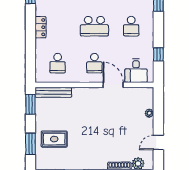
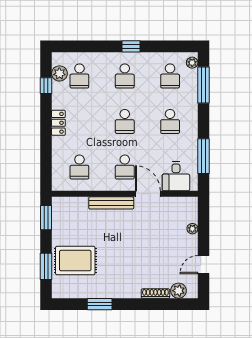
school desk: (94, 26) -> (125, 122), width x0.54
window: (158, 54) -> (204, 156), width x2.17
bench: (53, 92) -> (111, 203), moved
rug: (54, 139) -> (75, 261), width x1.36, depth x1.43

